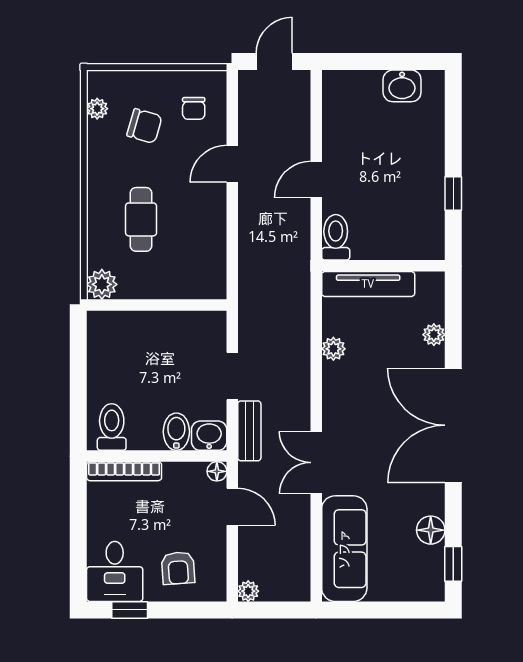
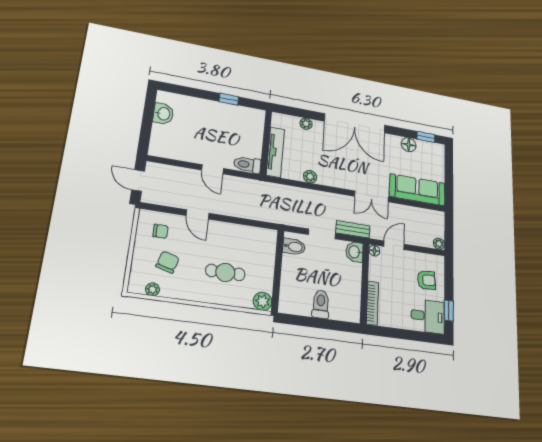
toilet: (112, 427) -> (321, 304), moved, turned 90
bidet: (176, 432) -> (294, 247), moved, turned 180

